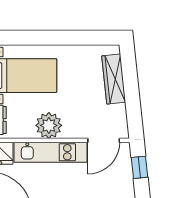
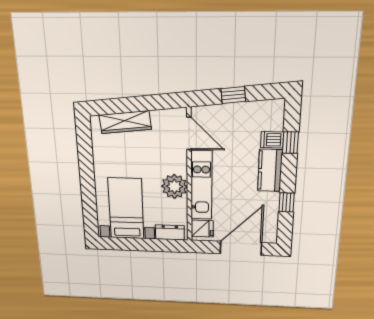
window: (140, 167) -> (233, 95), moved

